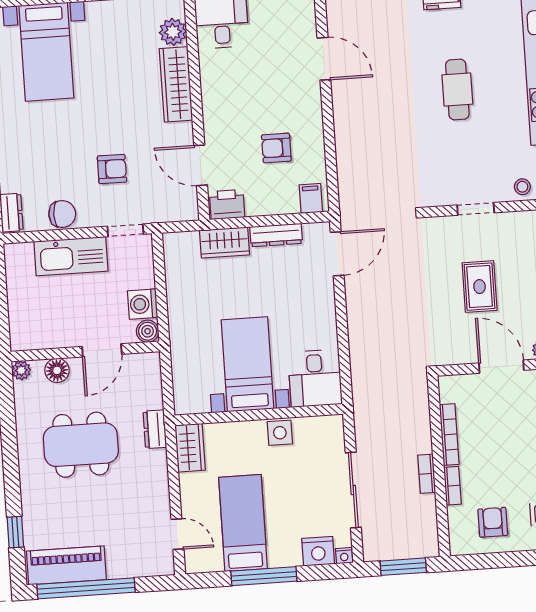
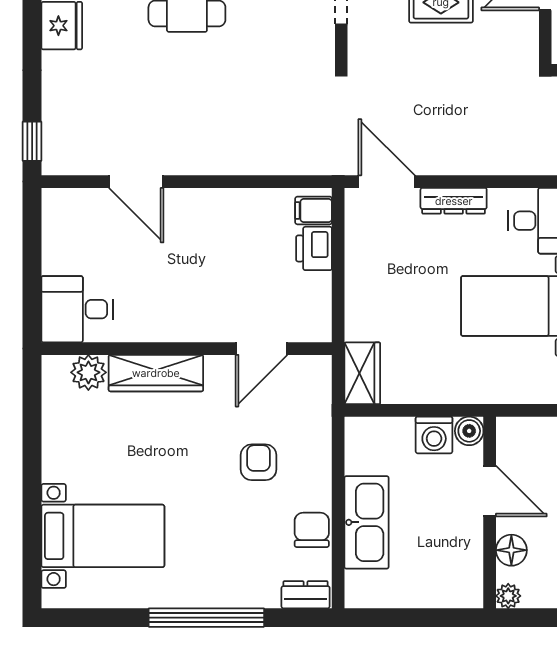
door: (324, 59) -> (136, 182), swing flipped
armchair: (276, 148) -> (246, 250), removed
printer: (227, 204) -> (314, 248), moved
doorway: (125, 230) -> (338, 450), removed
dresser: (276, 235) -> (454, 201), moved, turned 90
wardrobe: (225, 242) -> (362, 373), moved

